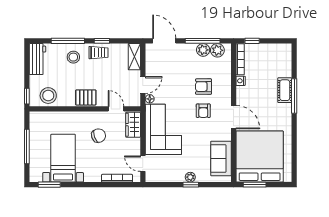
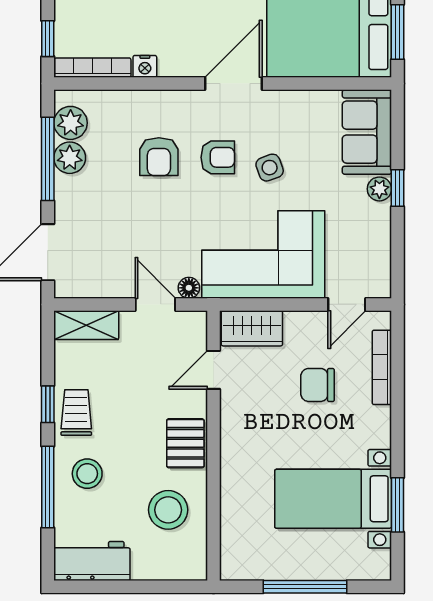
window: (27, 96) -> (182, 587), removed
stool: (48, 96) -> (168, 510), moved
side table: (199, 132) -> (270, 168), added
chair: (99, 136) -> (318, 385), moved, turned -70
sofa: (221, 158) -> (367, 132), moved, turned 90
window: (49, 185) -> (398, 505), moved

